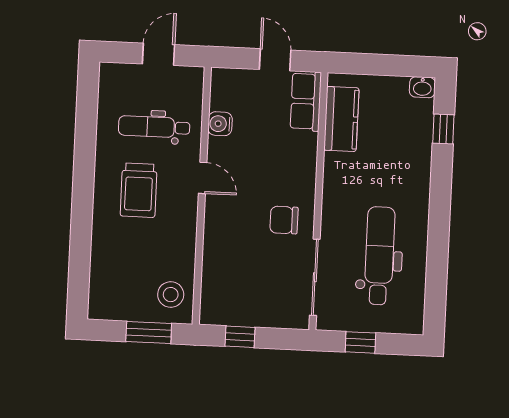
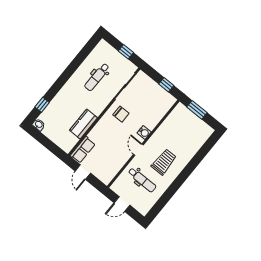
kitchen counter: (341, 119) -> (83, 124), moved
water cooler: (220, 124) -> (144, 132), moved
dental chair: (380, 256) -> (97, 77), width x0.73, depth x0.72
stool: (171, 295) -> (180, 117), removed

